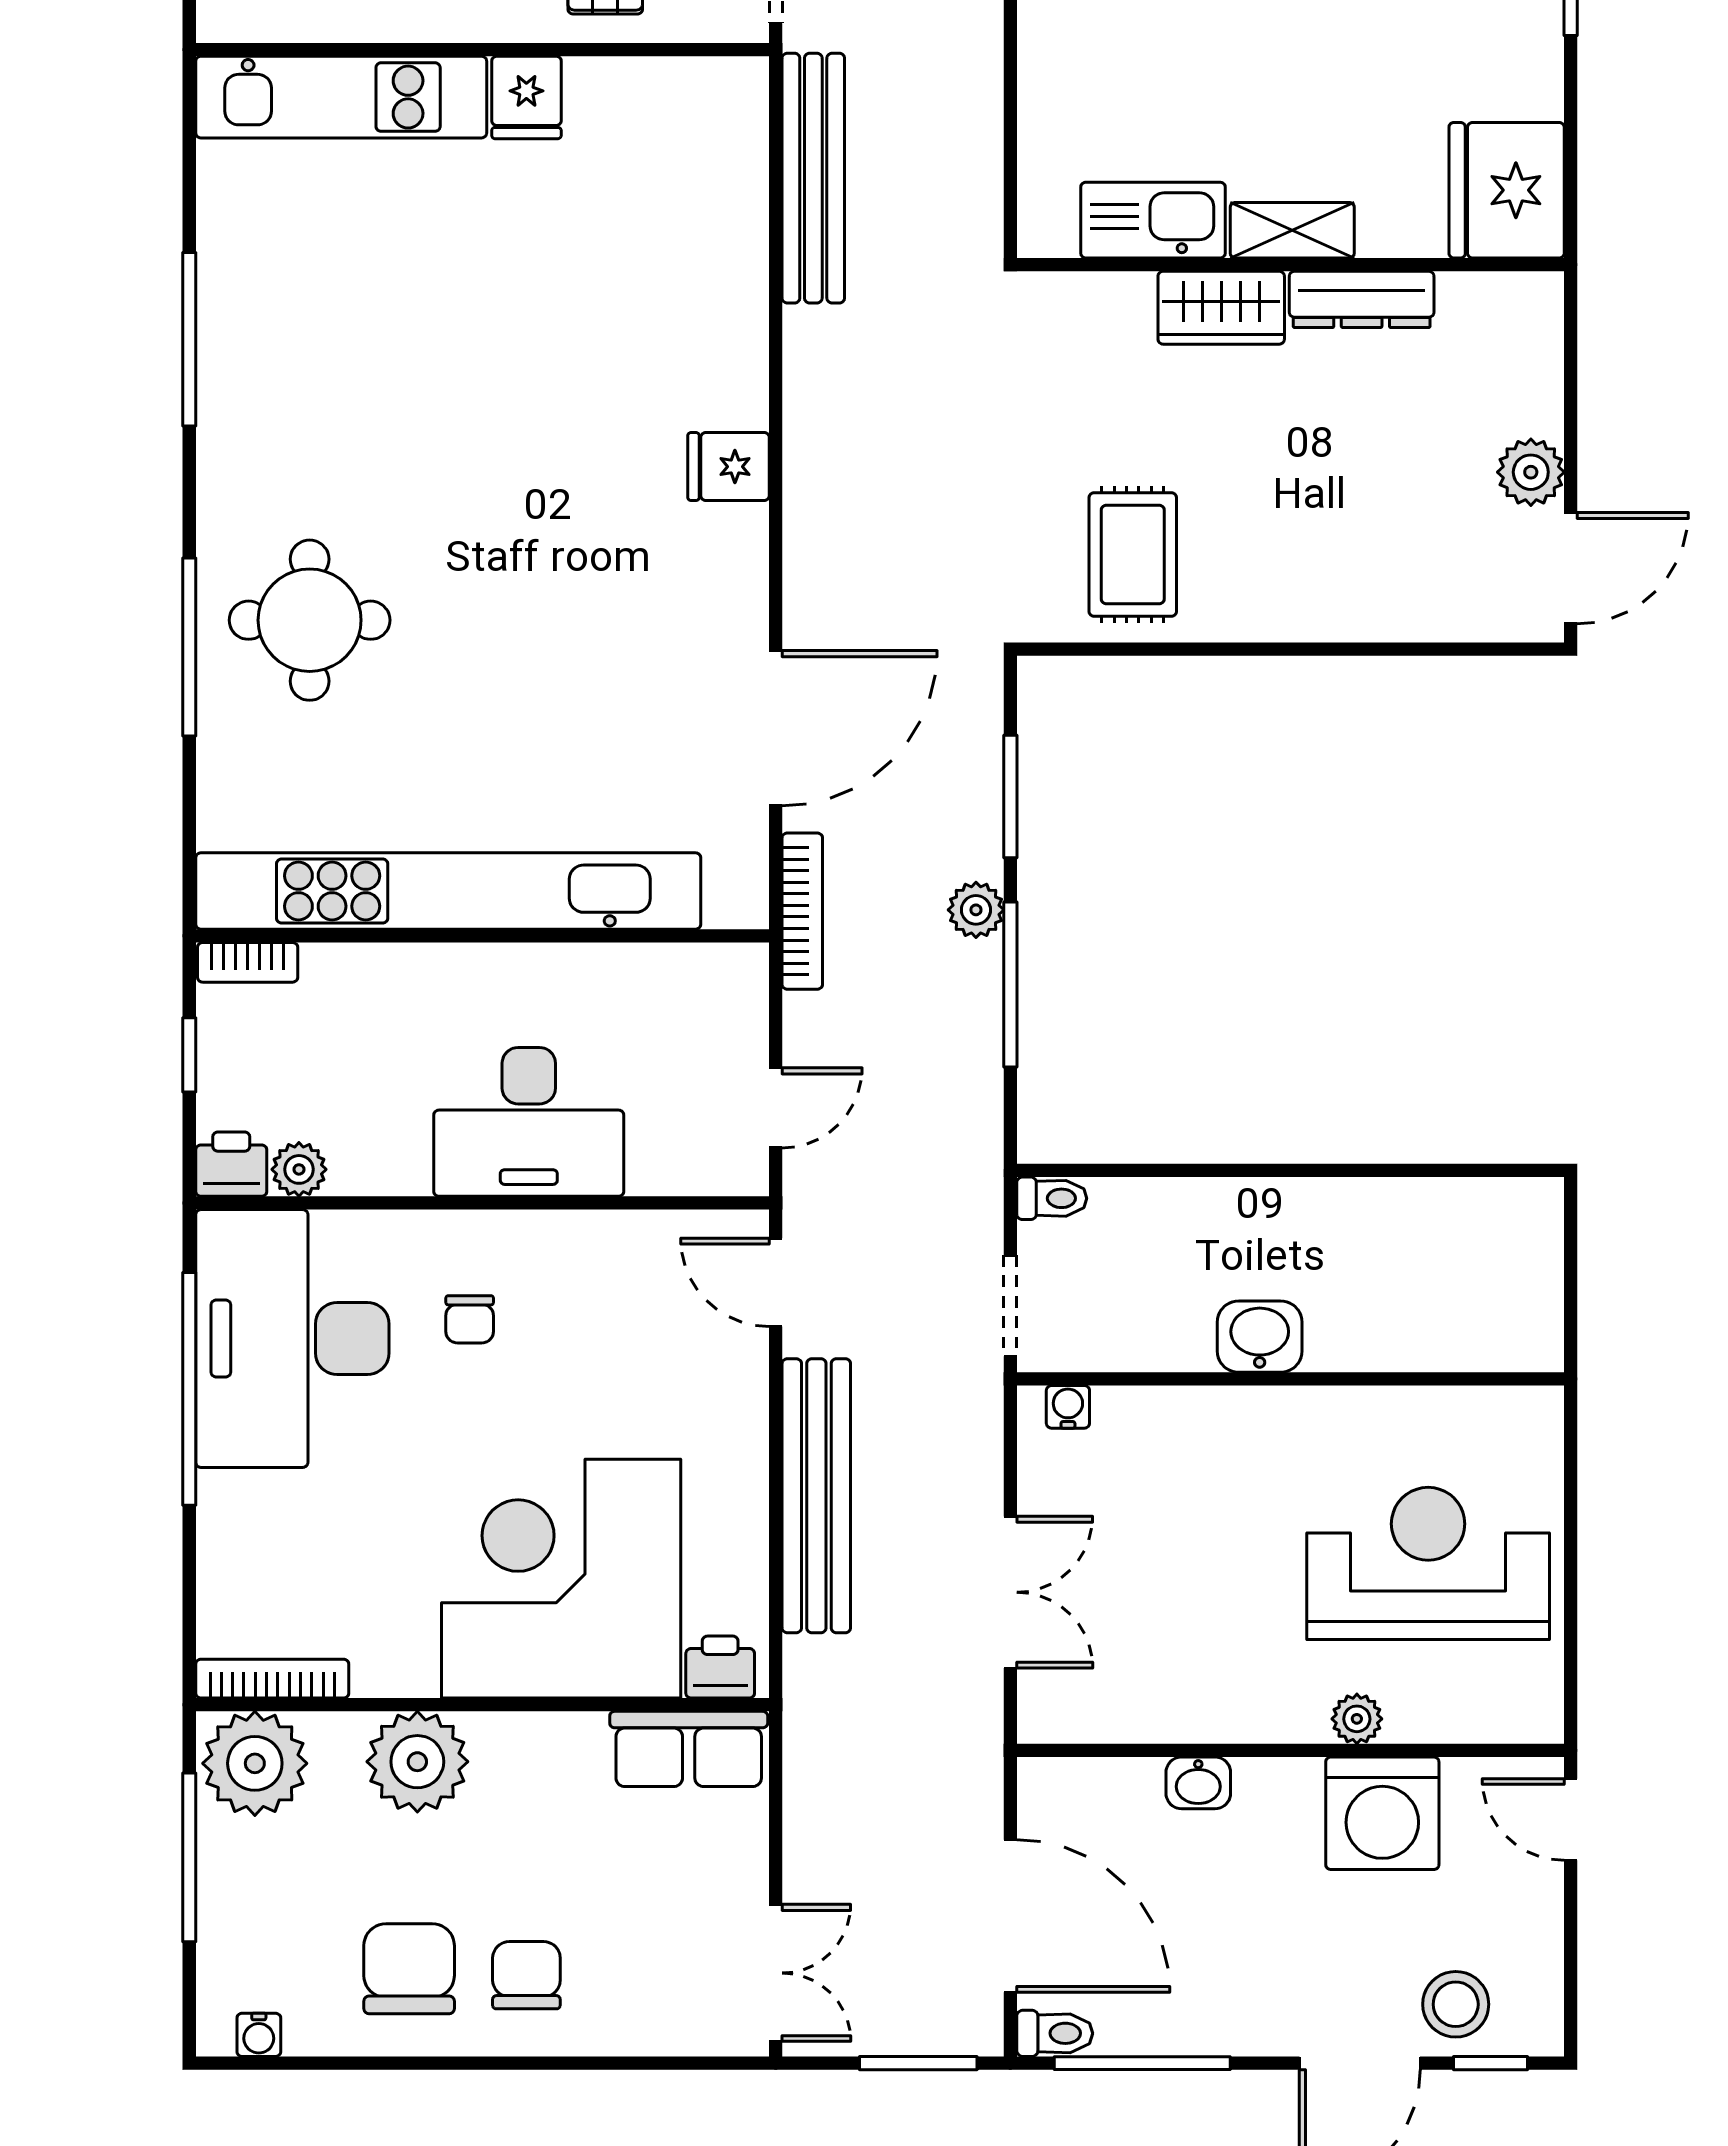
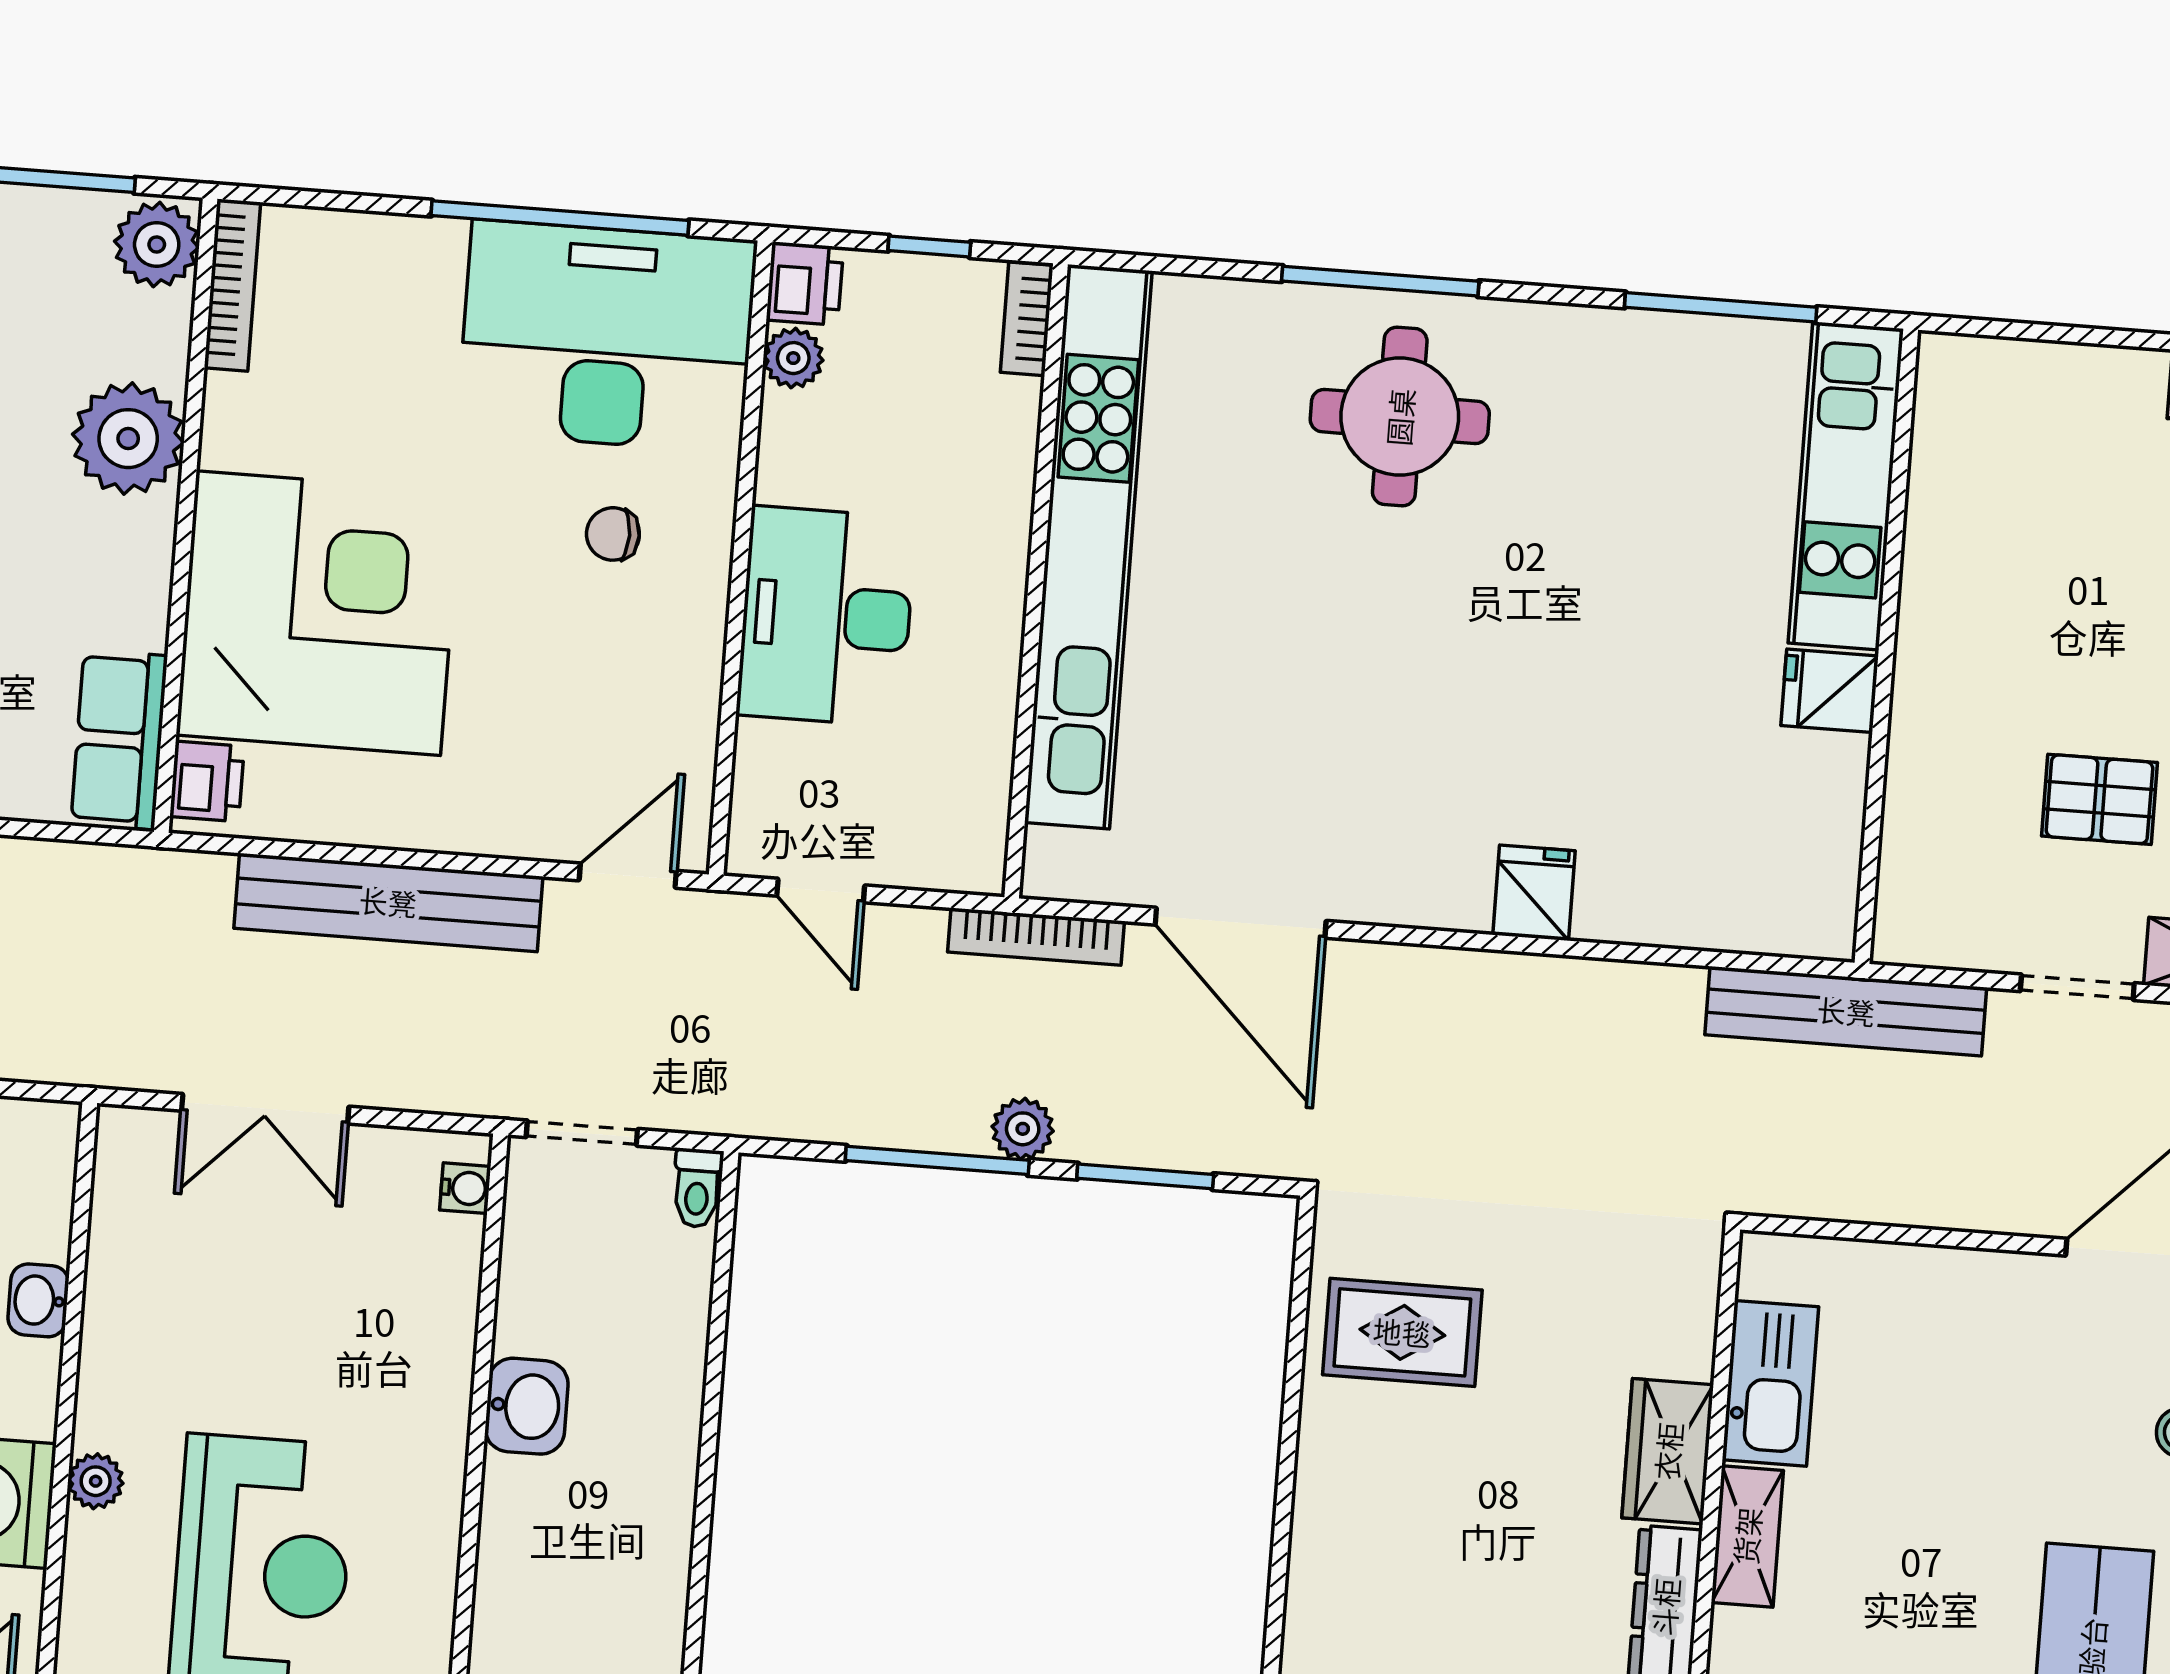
wall: (482, 50) -> (1886, 646), moved
kitchen unit: (341, 97) -> (1846, 486), moved
fridge: (526, 97) -> (1830, 691), moved
plant: (255, 1763) -> (157, 244), width x0.73, depth x0.73

